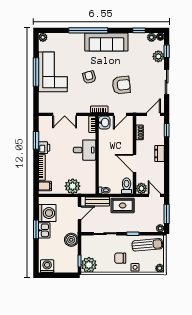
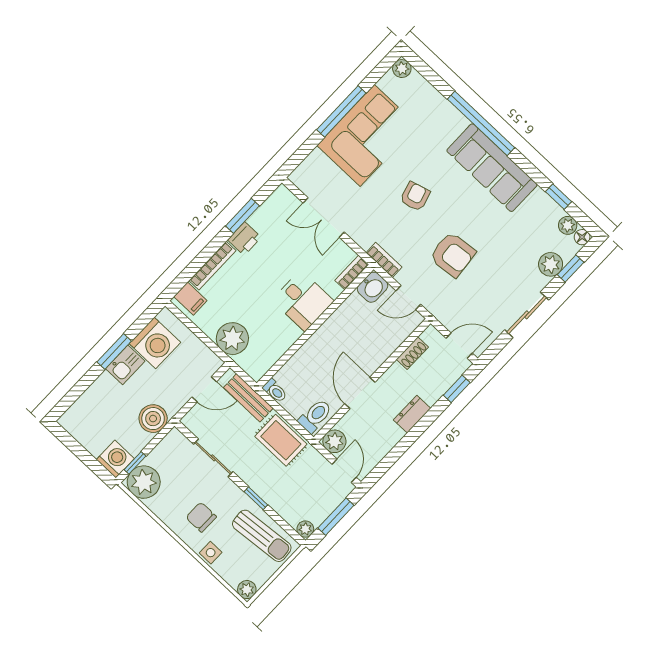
washing machine: (47, 266) -> (115, 459), moved

